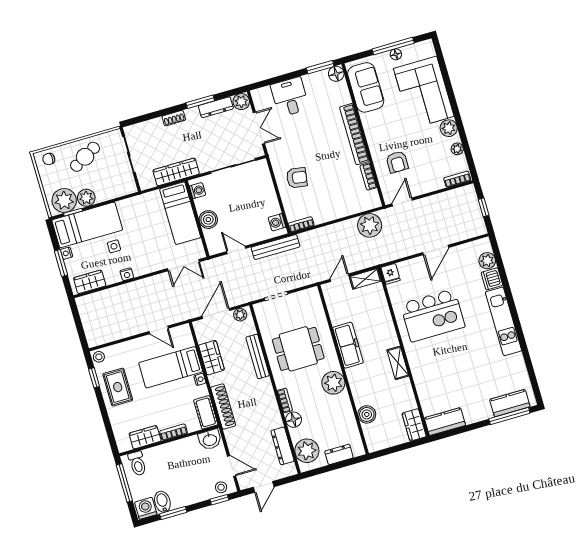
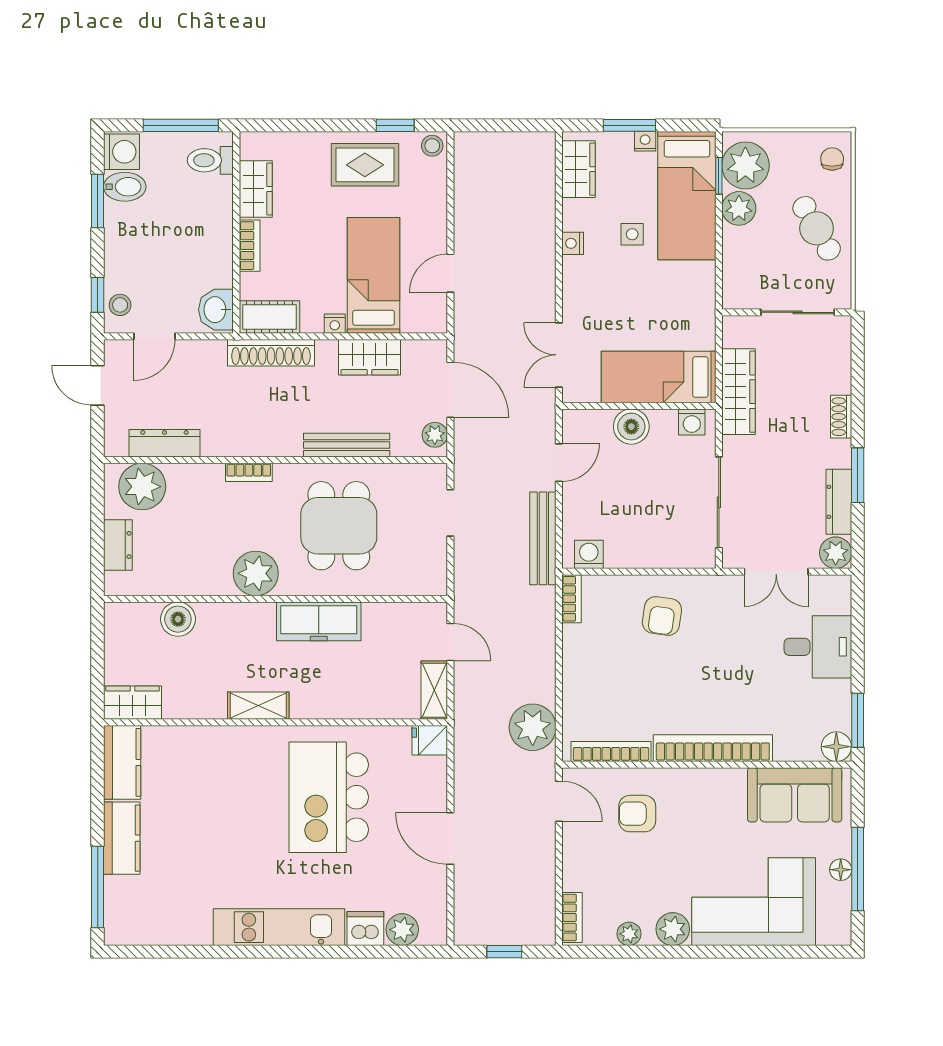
bookcase: (368, 176) -> (611, 751), width x1.56
kitchen counter: (510, 403) -> (122, 838), moved
floor lamp: (294, 420) -> (208, 478), removed

